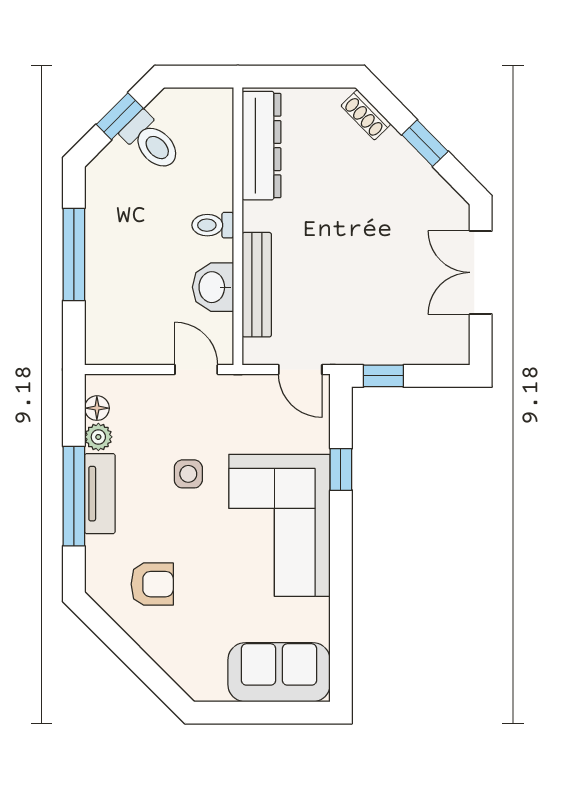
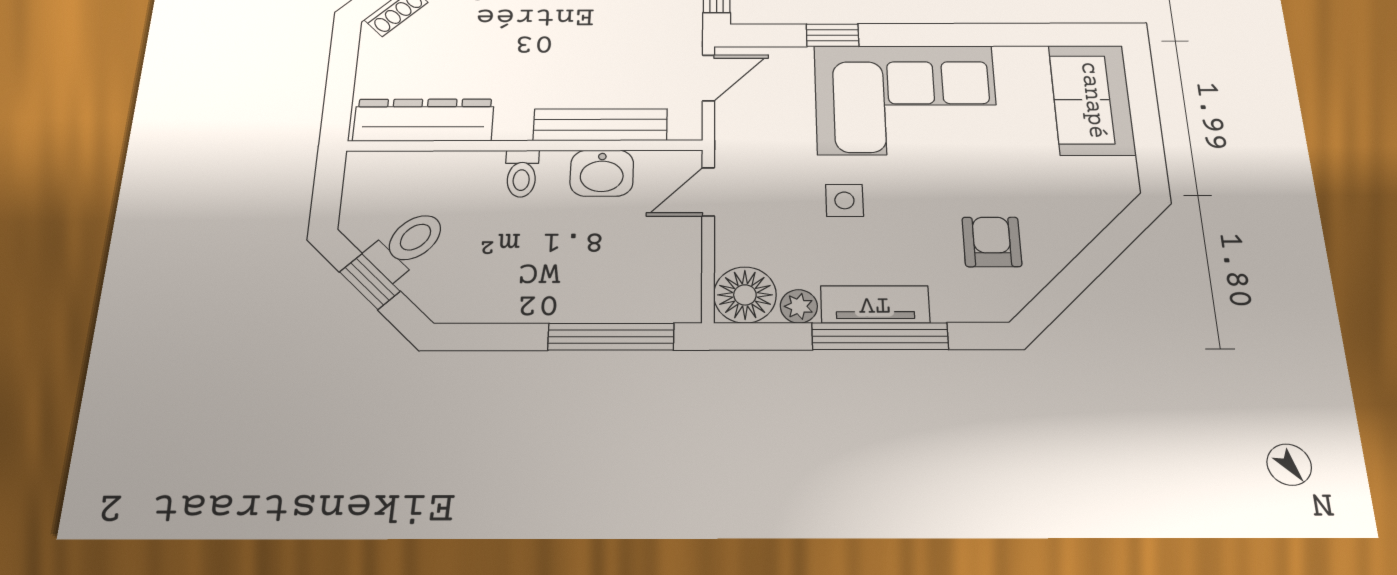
window: (74, 255) -> (611, 337), moved
floor lamp: (97, 408) -> (745, 295), width x1.89, depth x1.89

